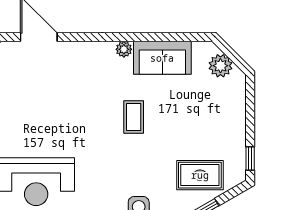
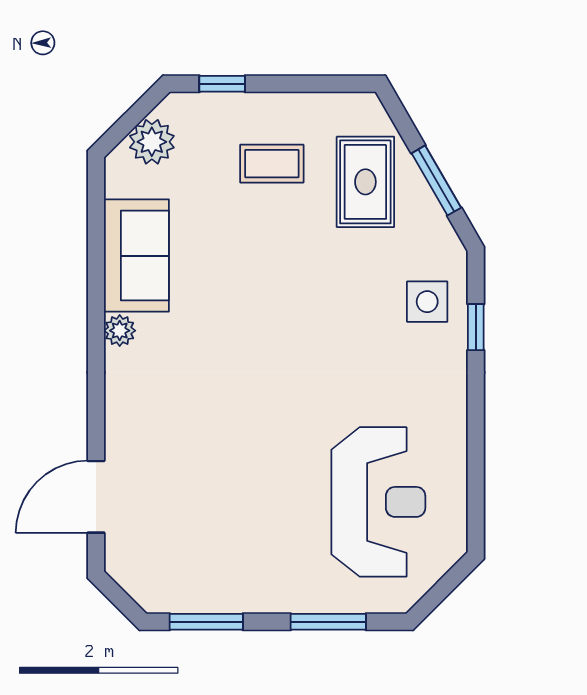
coffee table: (134, 117) -> (272, 164), moved
window: (250, 158) -> (222, 84), moved

